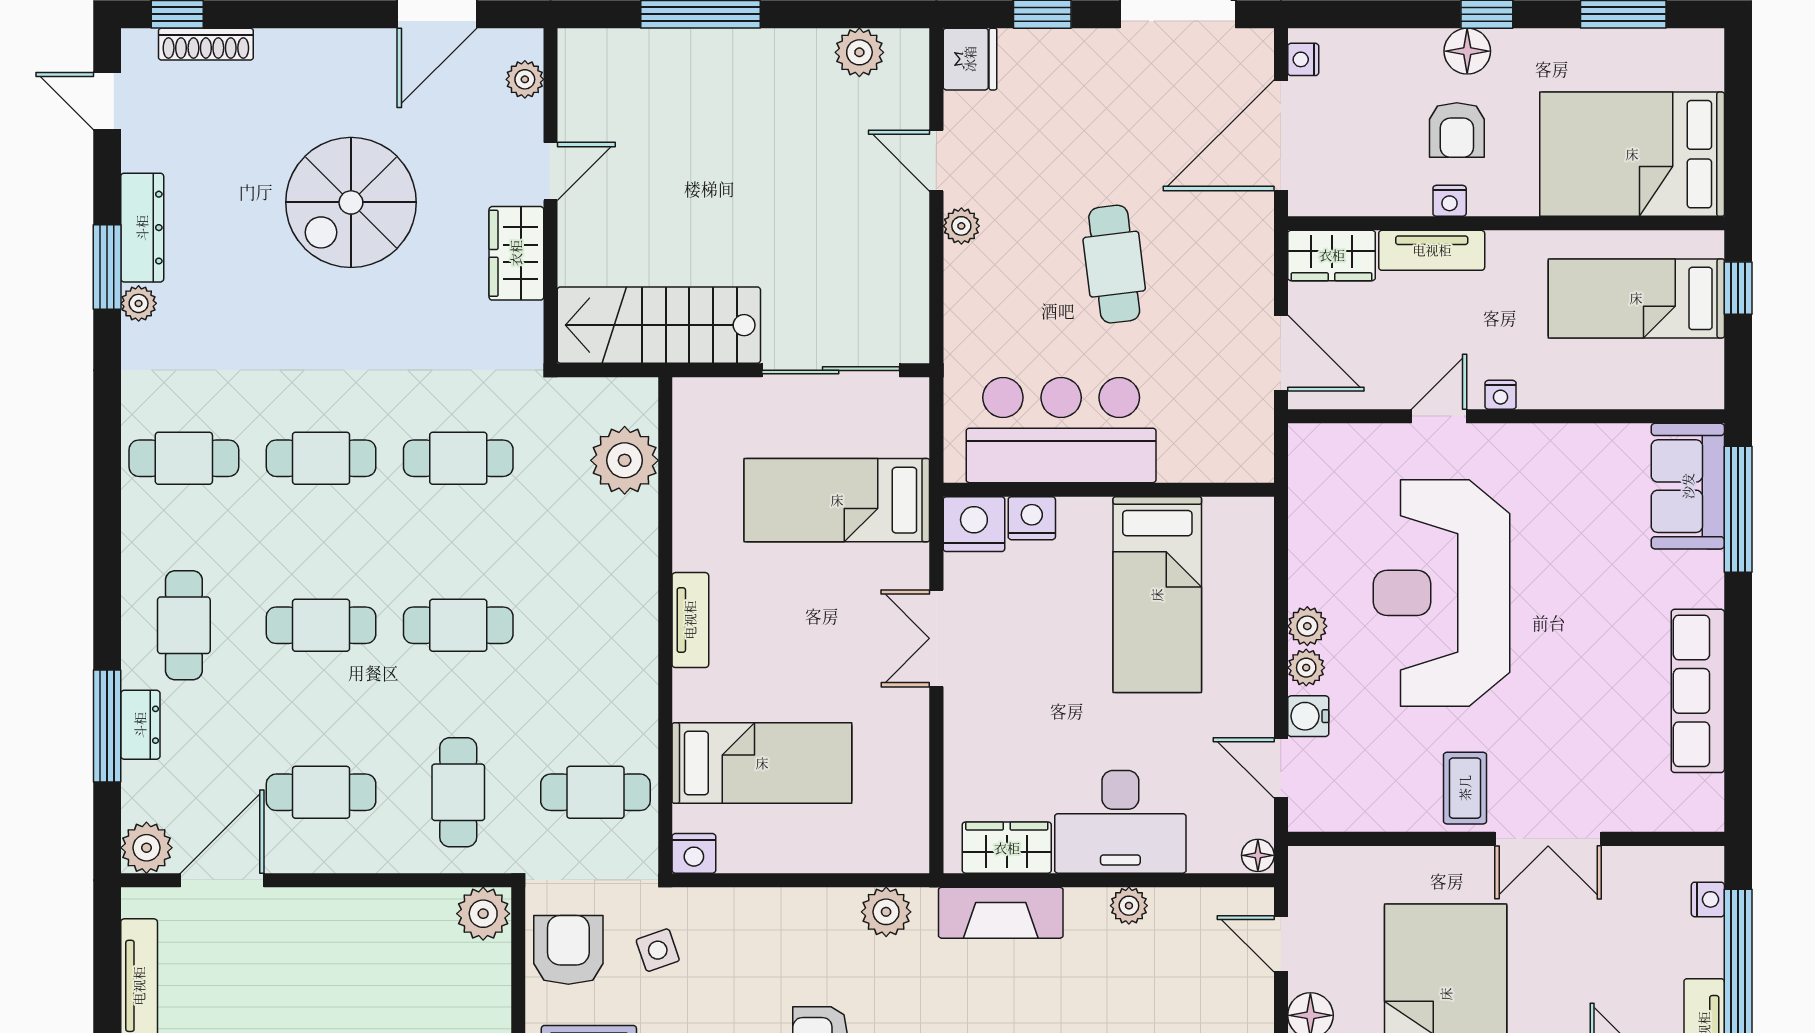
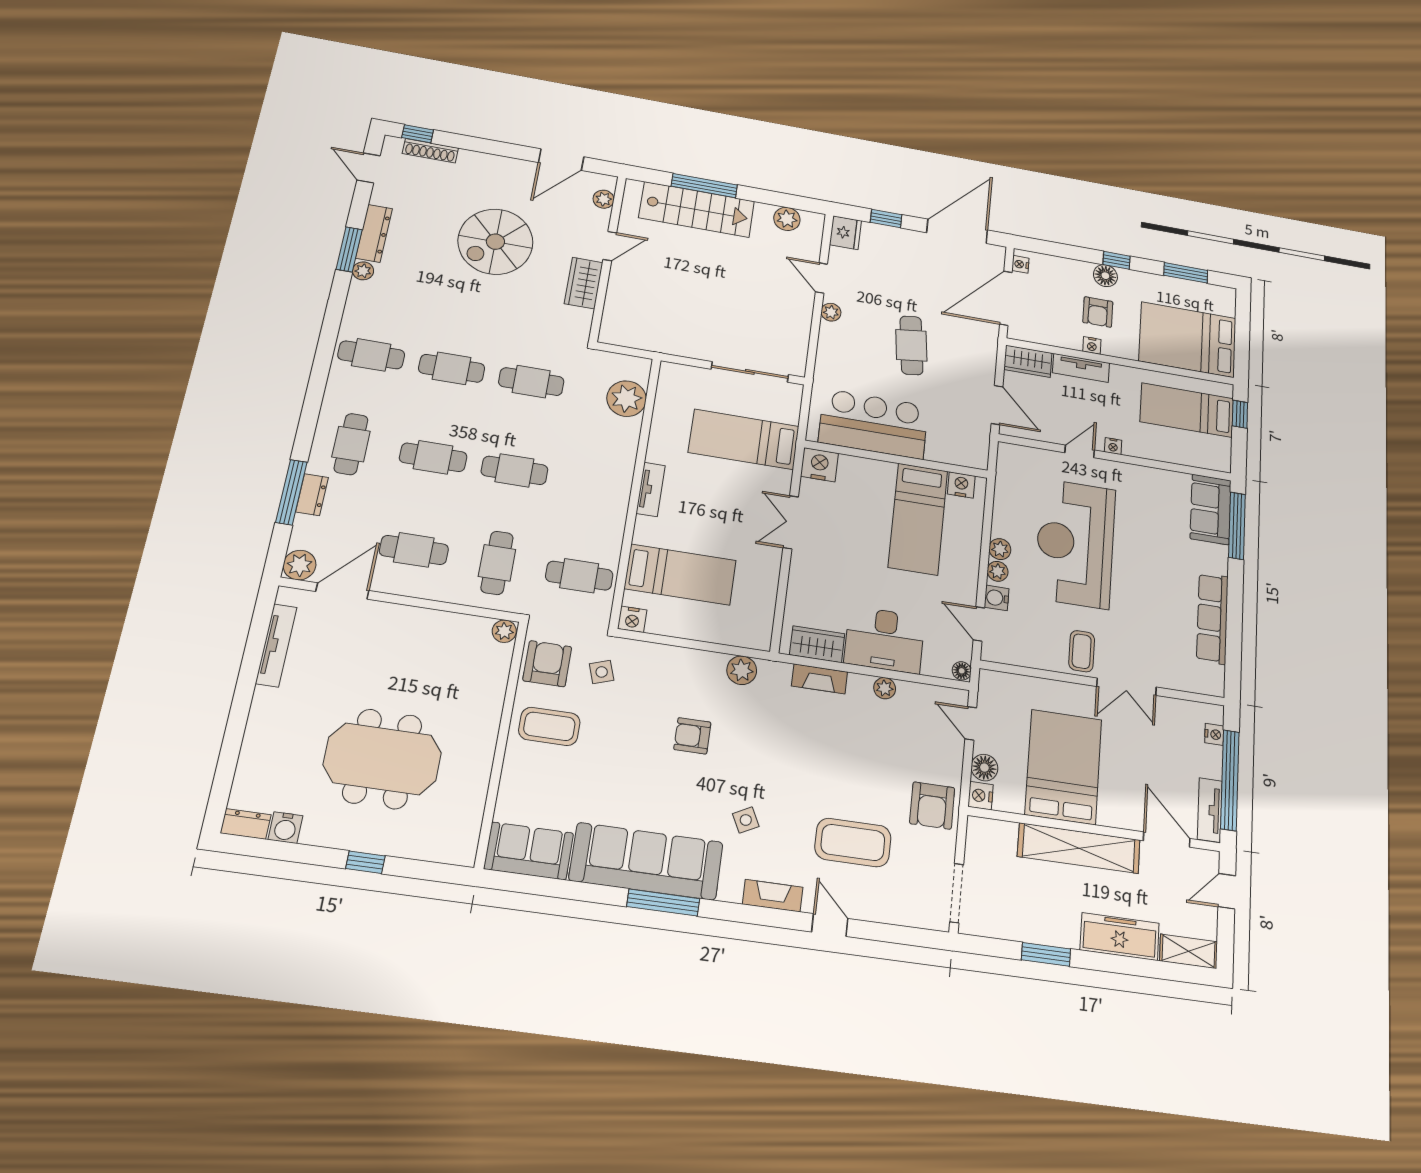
stairs: (659, 325) -> (697, 209), moved, turned 180
nightstand: (1032, 518) -> (961, 485), moved
fireplace: (1001, 913) -> (820, 679), width x0.73, depth x0.76
plant: (483, 914) -> (504, 631), width x0.73, depth x0.73

